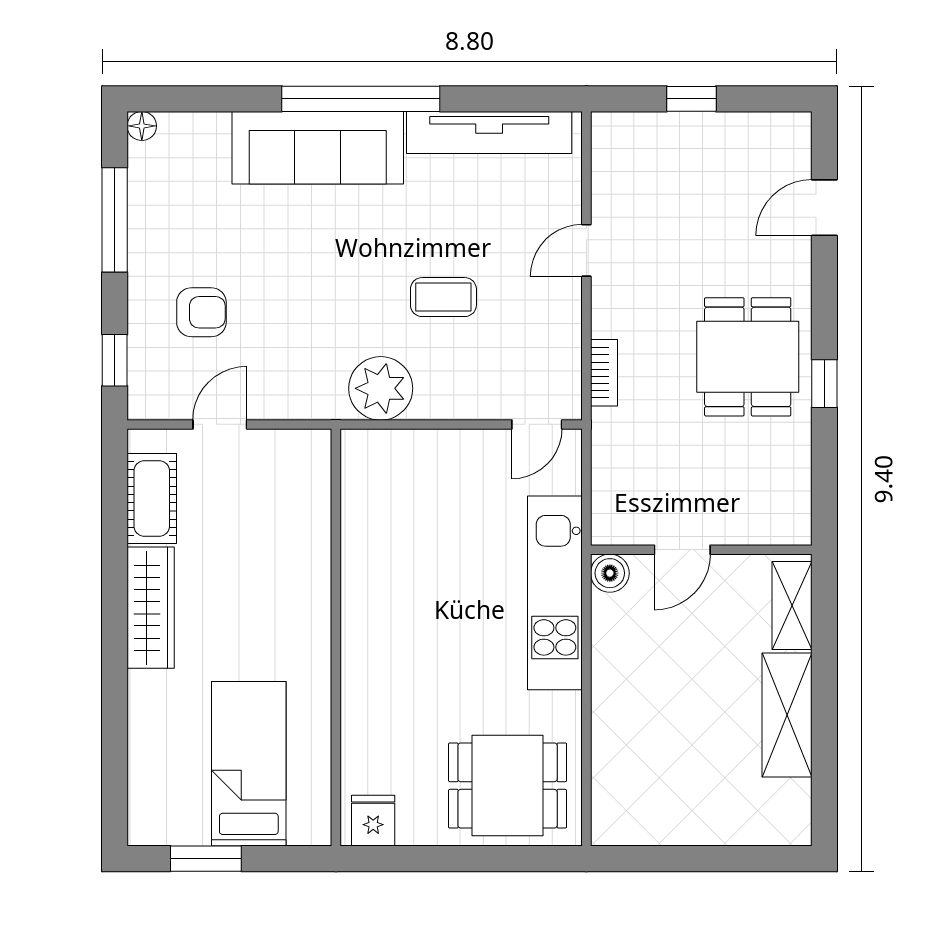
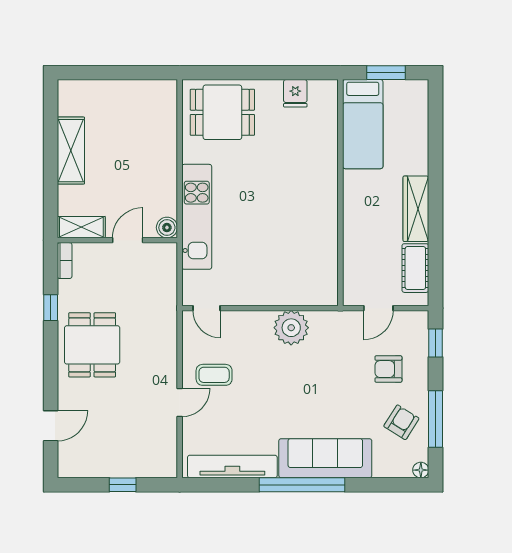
armchair: (178, 214) -> (401, 422), added
coffee table: (443, 297) -> (214, 375), moved
bookcase: (604, 373) -> (65, 261), moved, turned 180
window: (824, 384) -> (51, 308), moved
door: (537, 424) -> (207, 308), swing flipped
shelving: (792, 605) -> (81, 227), moved, turned 90
wall: (336, 637) -> (340, 193), moved

